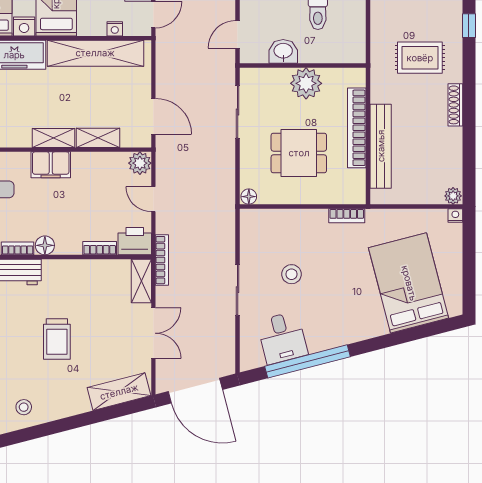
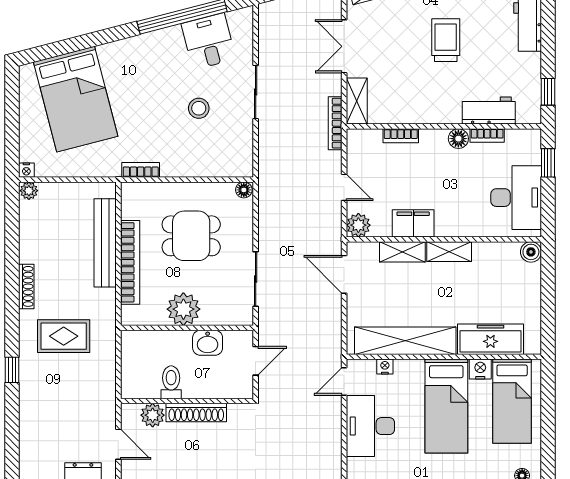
filing cabinet: (51, 165) -> (413, 223), moved
printer: (135, 241) -> (364, 143), removed

